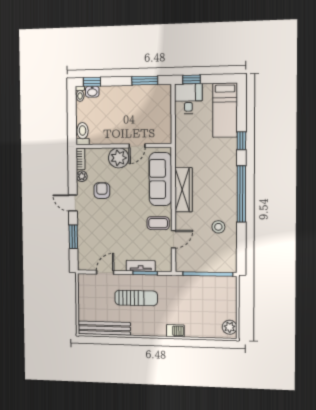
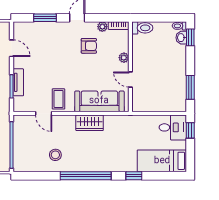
plant: (119, 158) -> (124, 58), width x0.53, depth x0.53
wardrobe: (184, 190) -> (90, 123), width x0.67

